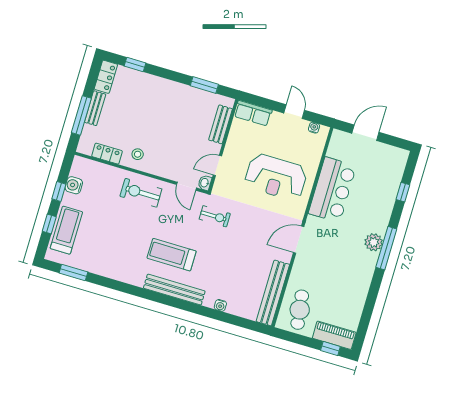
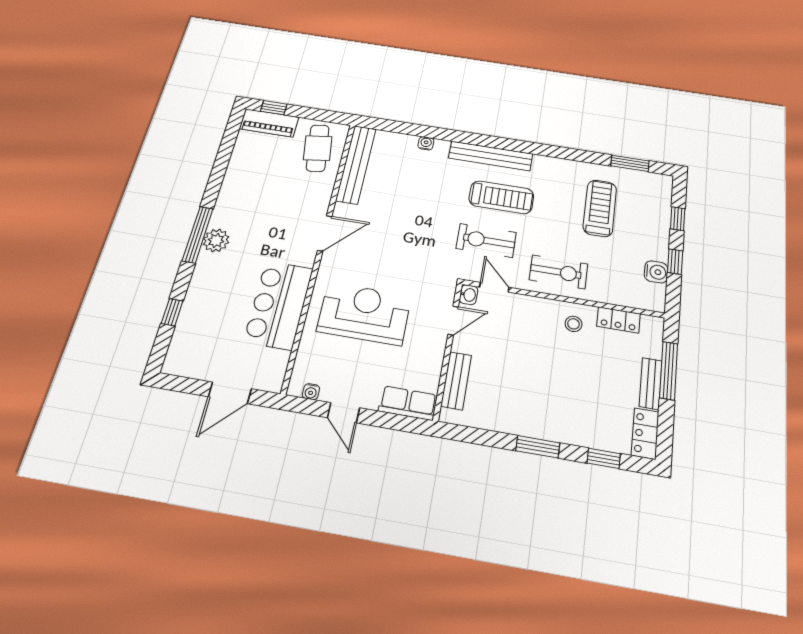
window: (204, 85) -> (538, 447), moved
exercise bike: (215, 216) -> (486, 240), moved, width x1.38, depth x1.39
treadmill: (66, 230) -> (600, 208), moved, turned 180

